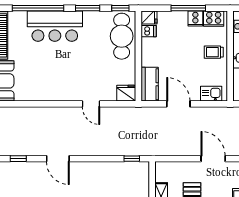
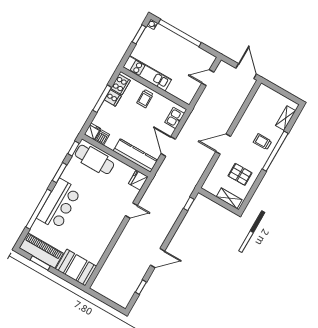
kitchen counter: (150, 84) -> (135, 156), width x1.50
door: (178, 104) -> (168, 146), hinge flipped

